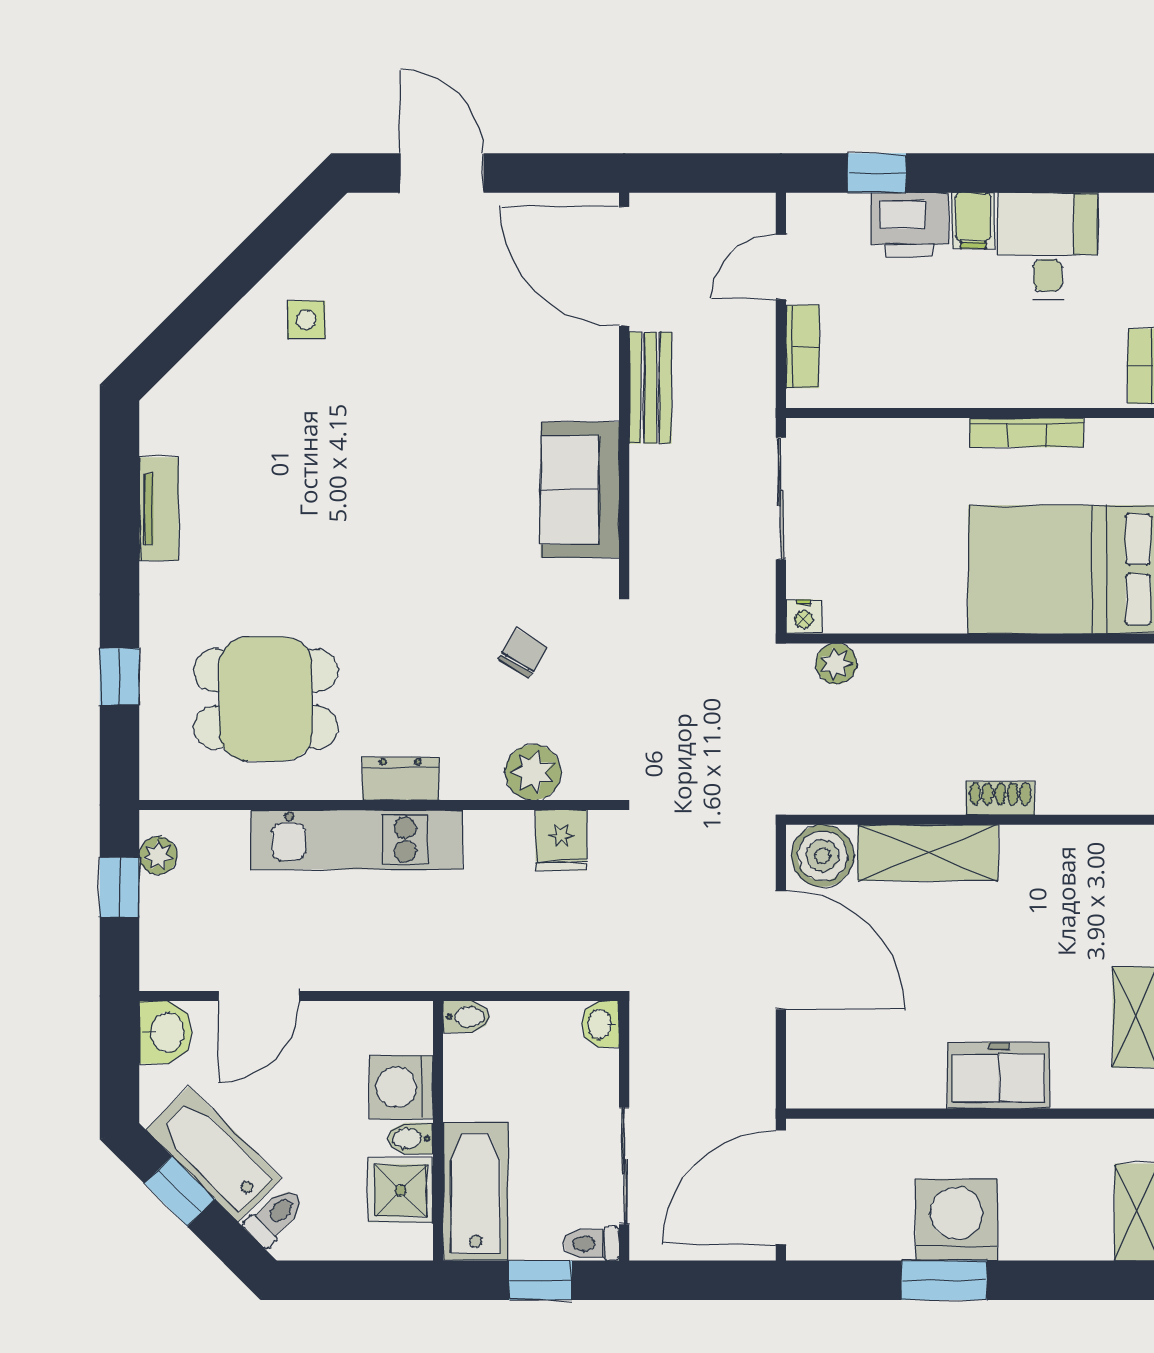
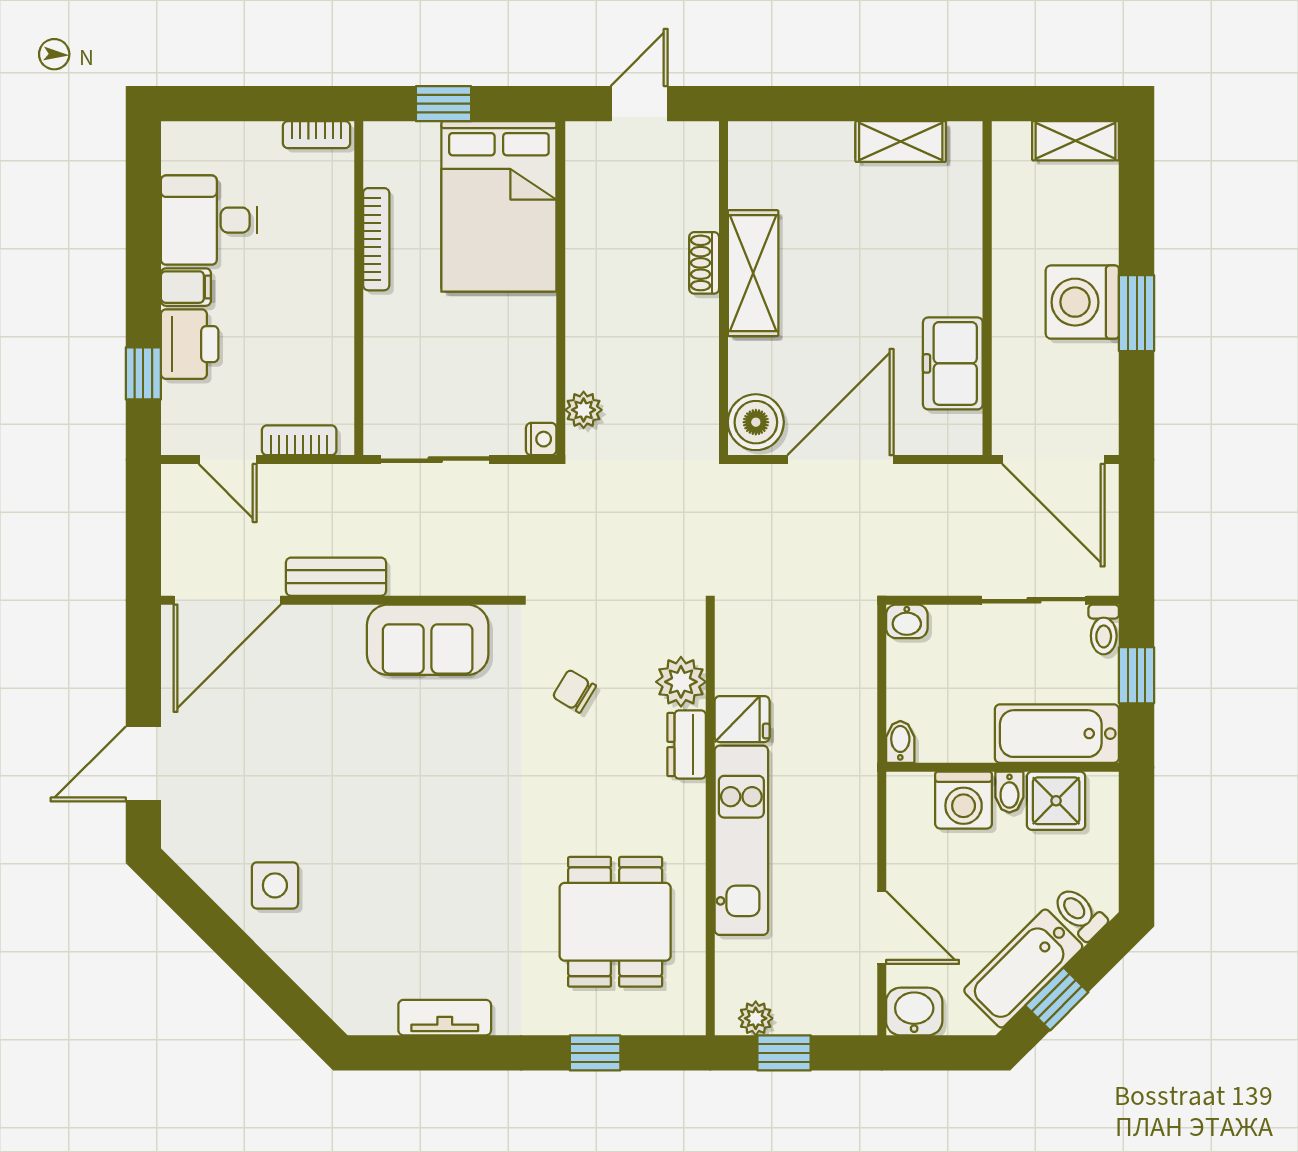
side table: (306, 320) -> (275, 885), width x1.37, depth x1.37
dresser: (401, 779) -> (687, 745), moved
fridge: (561, 840) -> (742, 719), moved
shelving: (928, 853) -> (753, 273), moved
freezer: (999, 1075) -> (953, 363), moved

